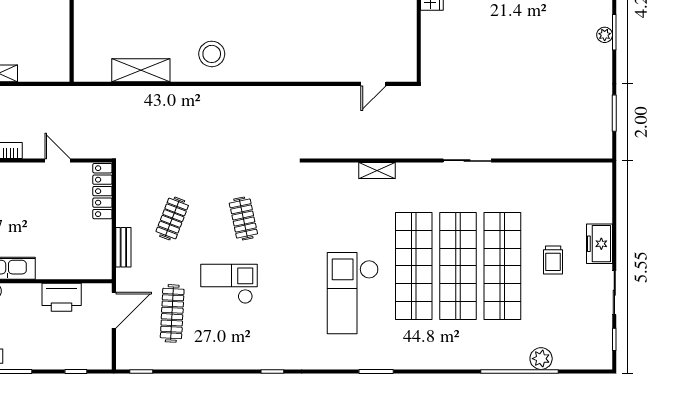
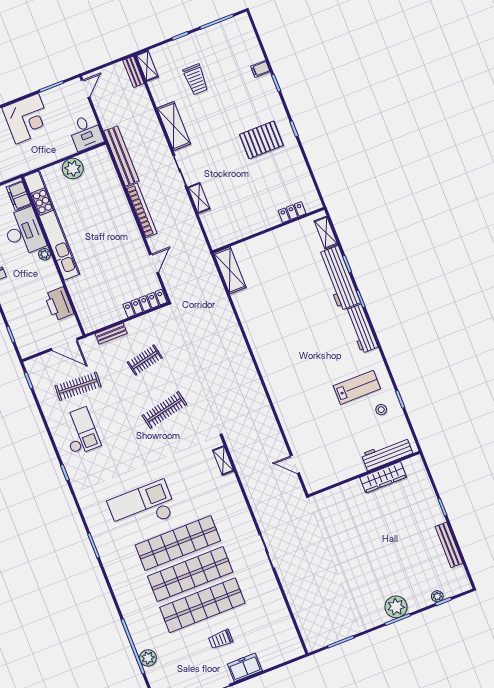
plant: (605, 35) -> (396, 607), width x1.88, depth x1.88
stool: (212, 54) -> (271, 342), removed
shelving: (141, 70) -> (230, 270), moved
shelving: (377, 171) -> (223, 461), moved
clothes rail: (172, 218) -> (145, 360), turned -33
clothes rail: (243, 218) -> (164, 410), width x1.36
checkout: (229, 284) -> (80, 431), moved

